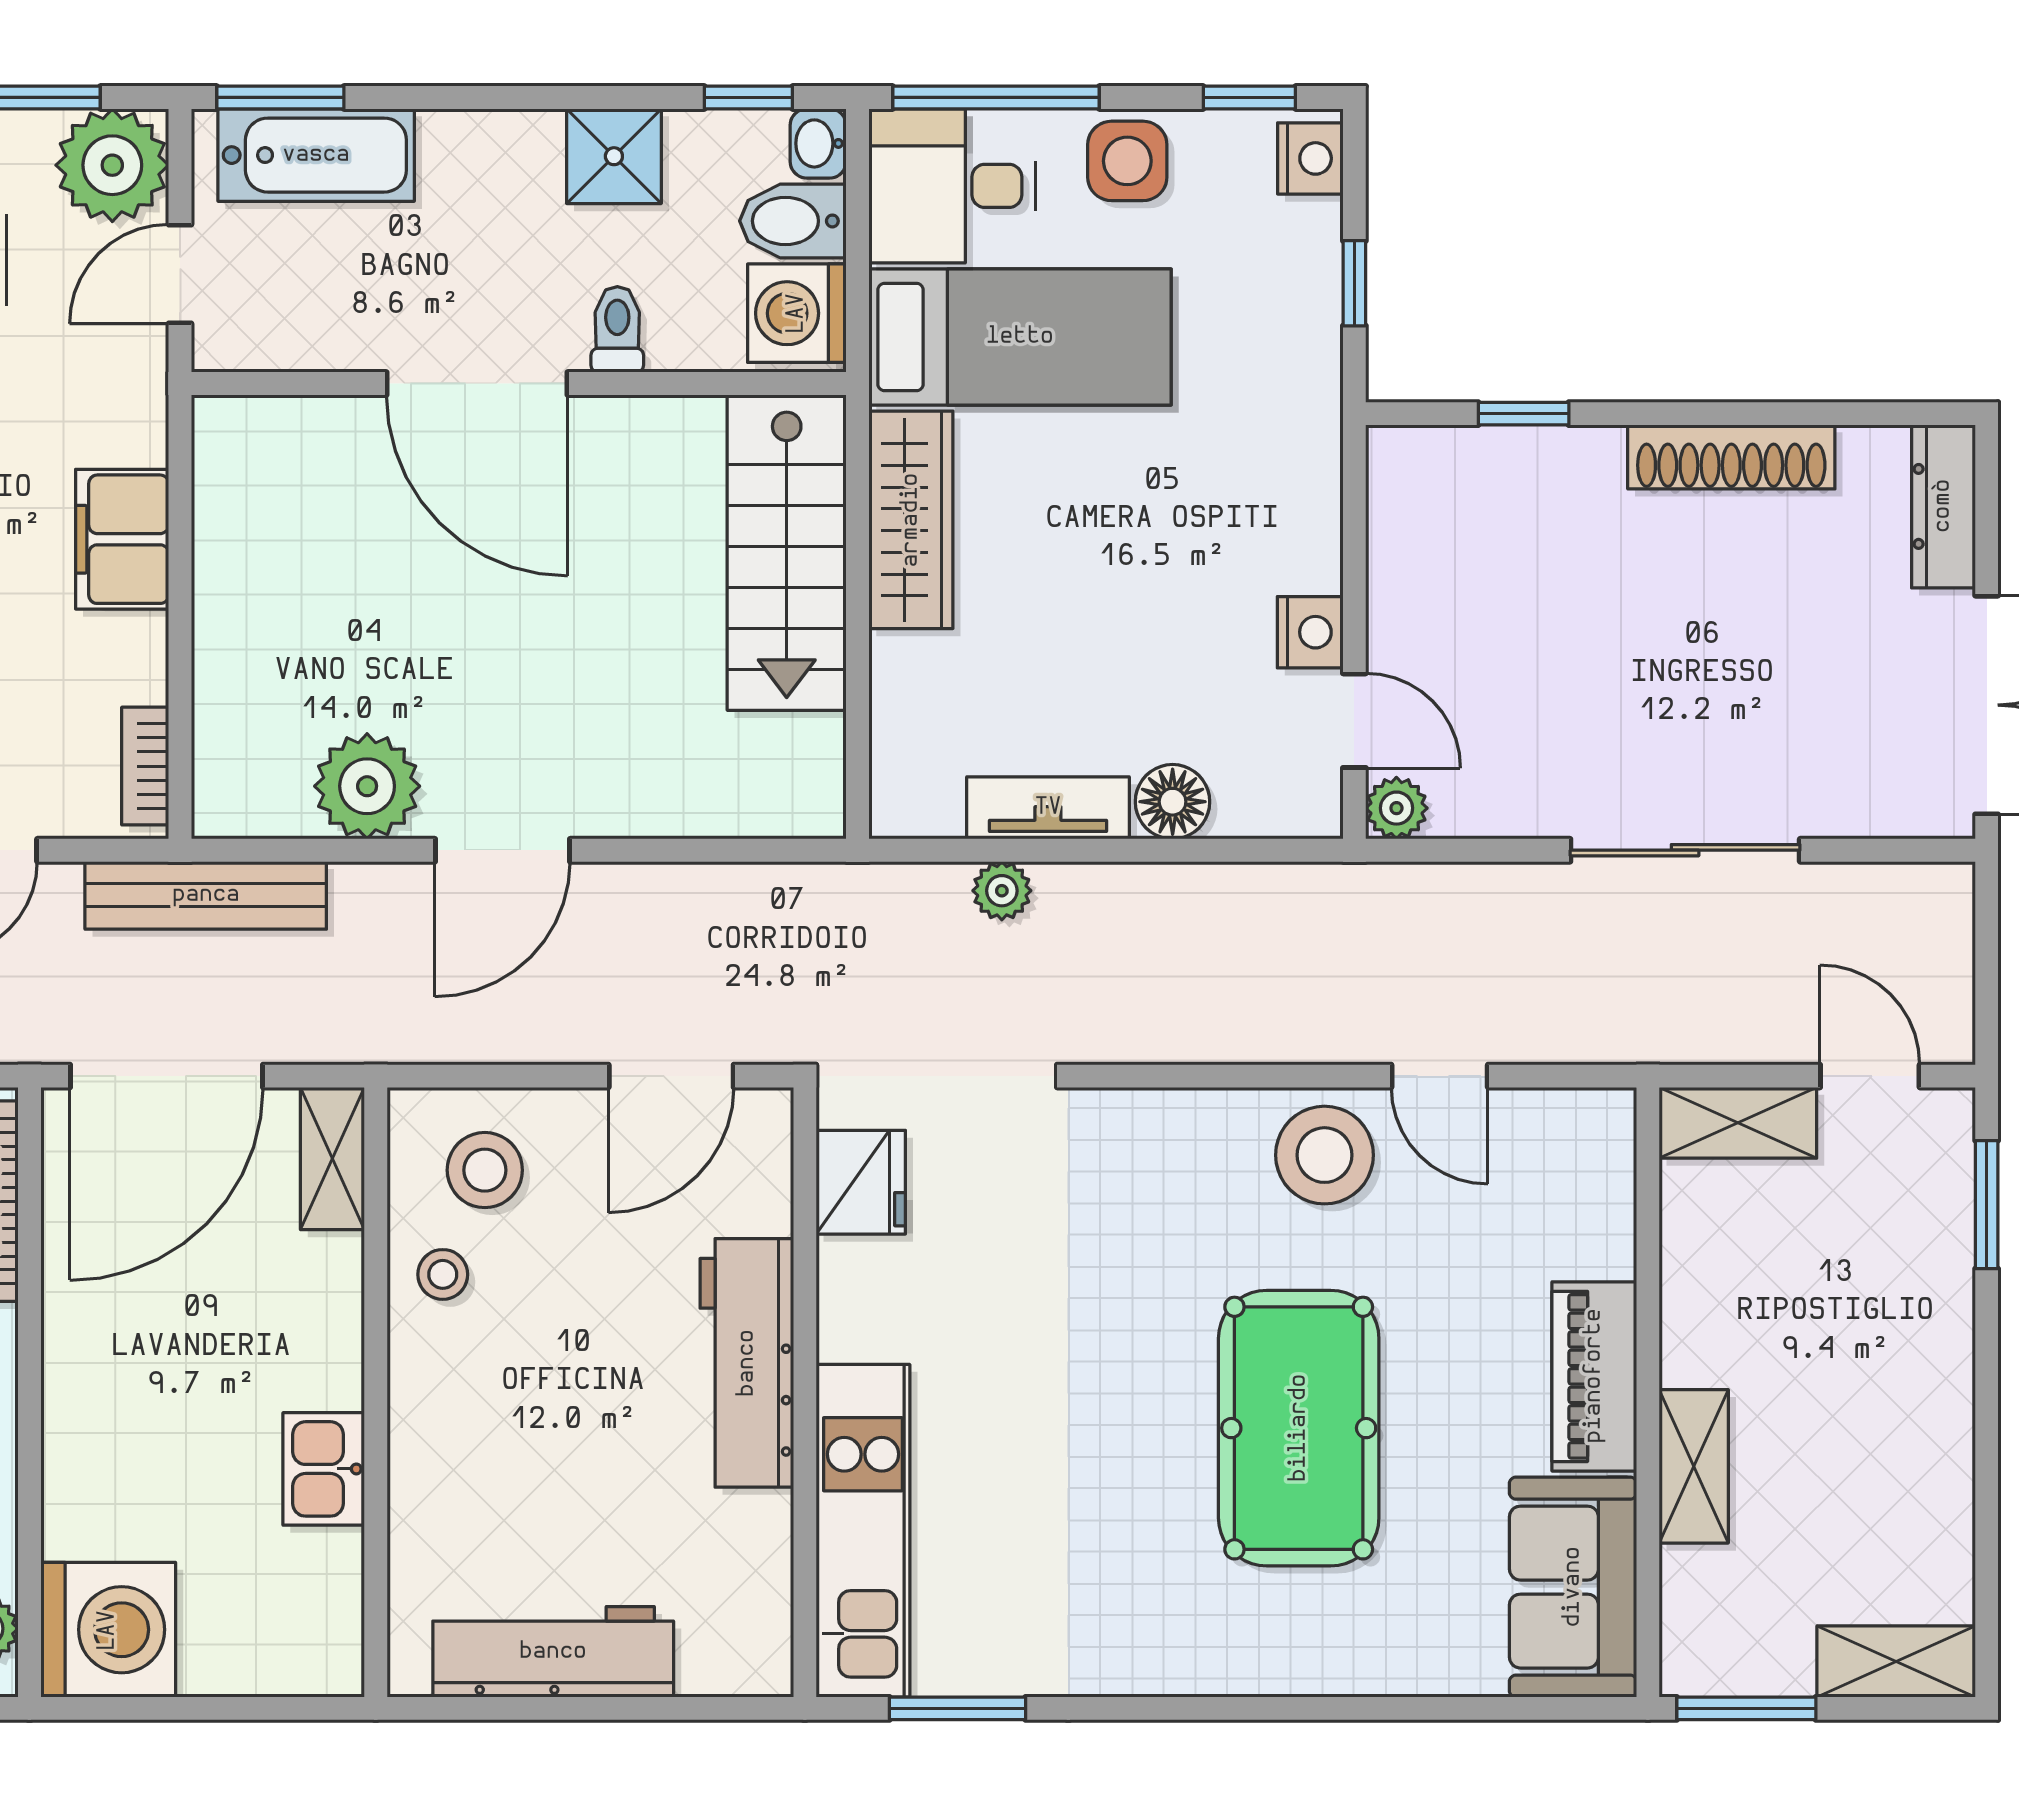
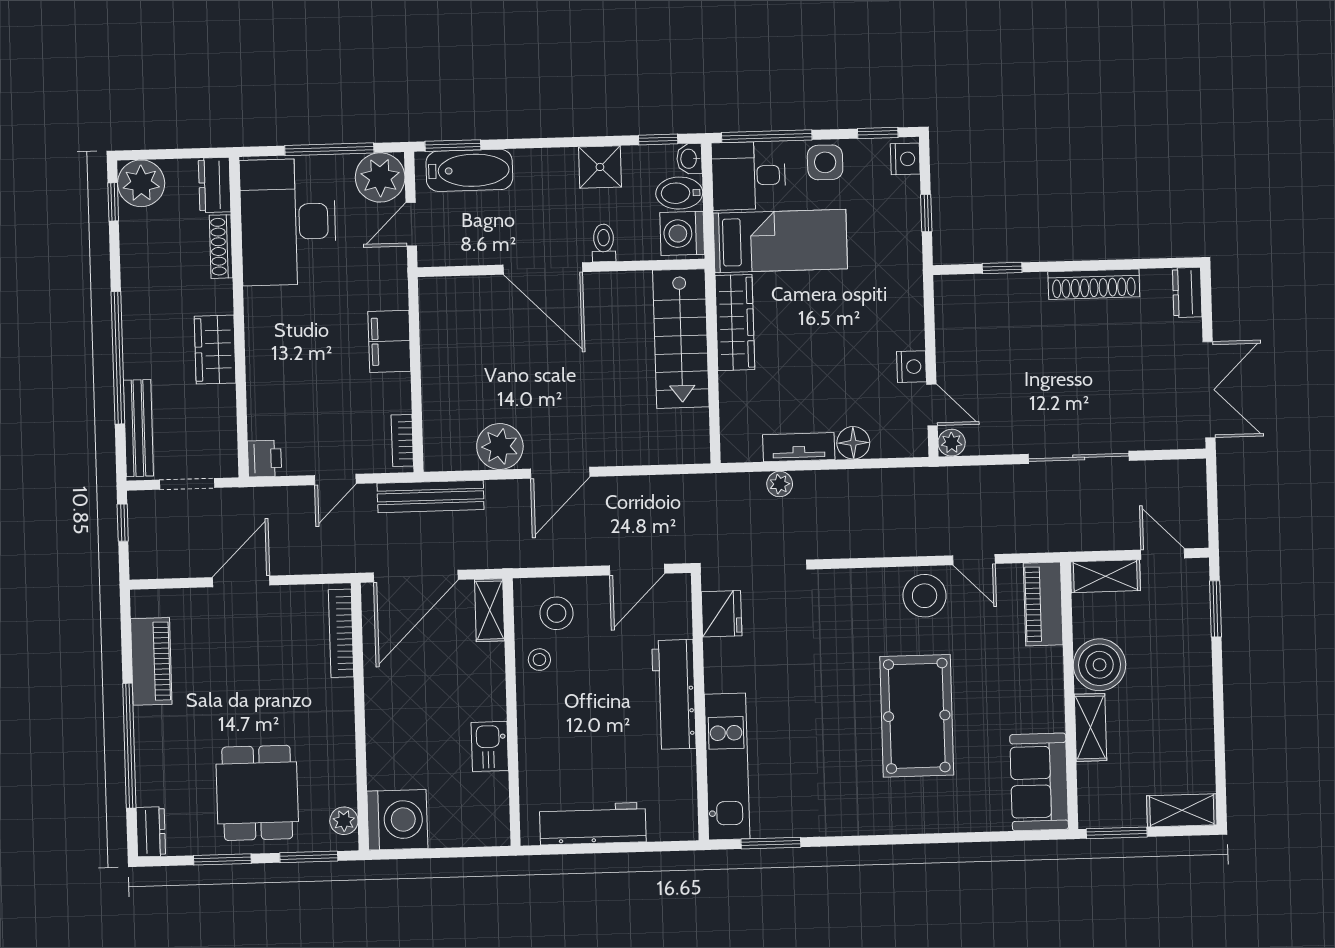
dresser: (1943, 506) -> (1187, 292), width x0.70
boiler: (1719, 1324) -> (1100, 665), added
piano: (1594, 1376) -> (1043, 604), moved

